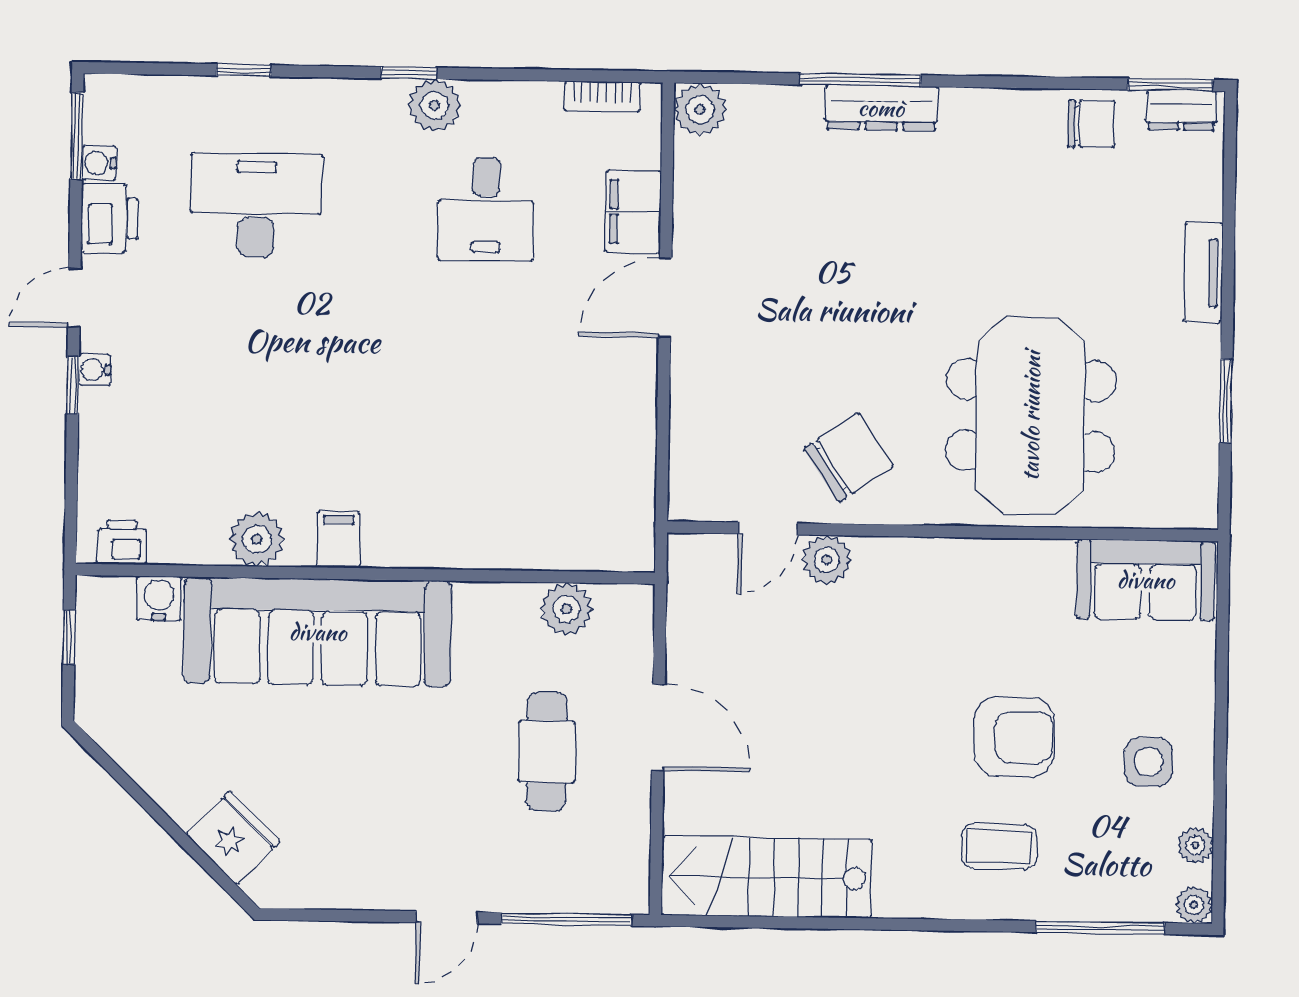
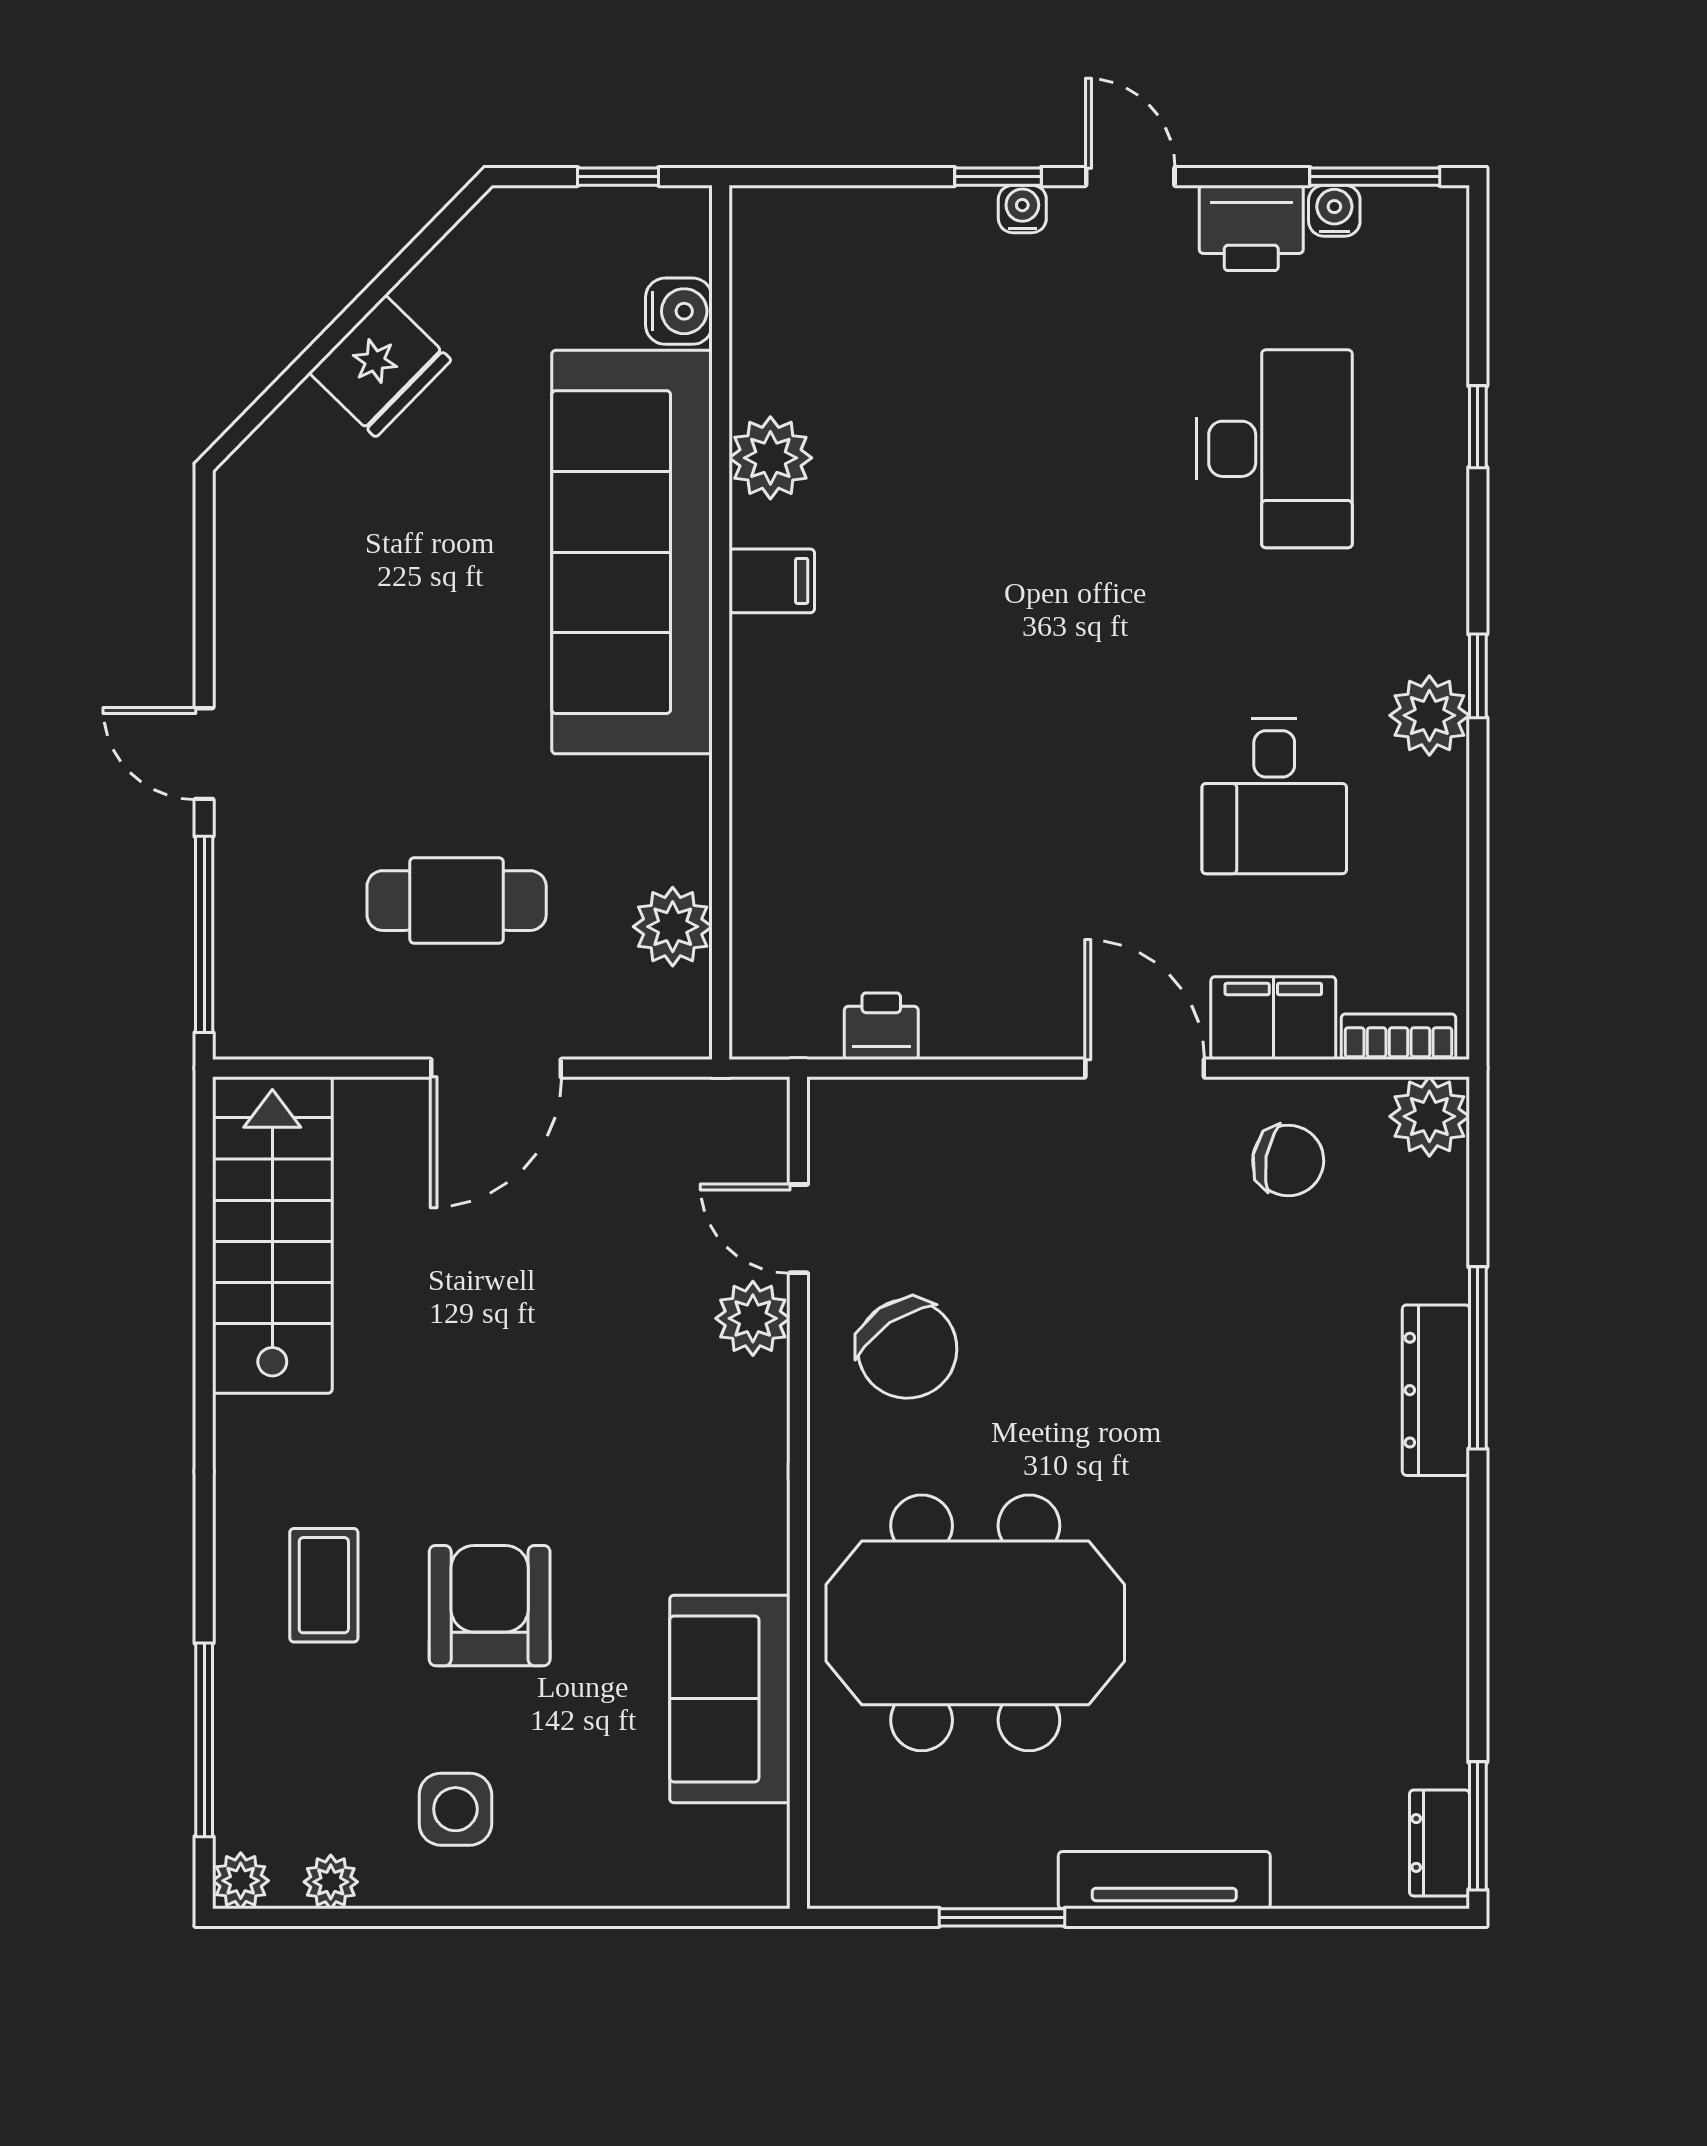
bookcase: (602, 97) -> (1398, 1037), moved, turned 90
chair: (1091, 124) -> (1288, 1161), moved, turned -80
desk: (486, 209) -> (1274, 796), turned -90
tv unit: (1203, 273) -> (1164, 1880), width x1.41
printer: (122, 542) -> (881, 1026), moved, turned -90
sofa: (1146, 580) -> (730, 1699), moved
armchair: (1014, 737) -> (490, 1606), turned 180
fridge: (233, 838) -> (380, 366), moved

